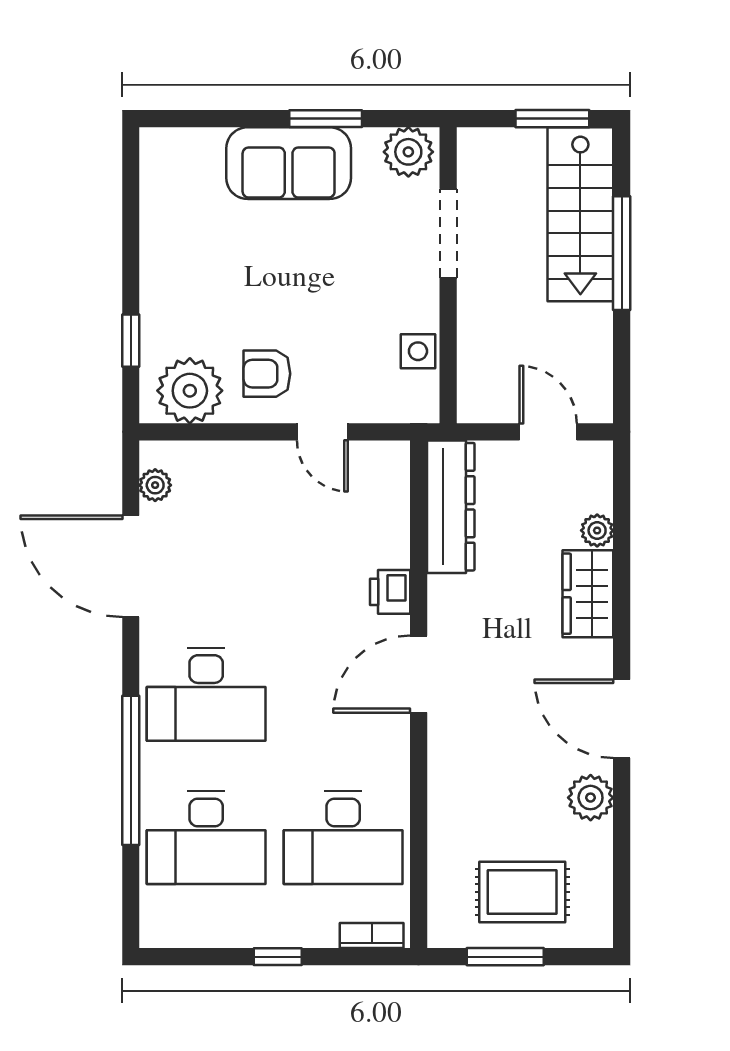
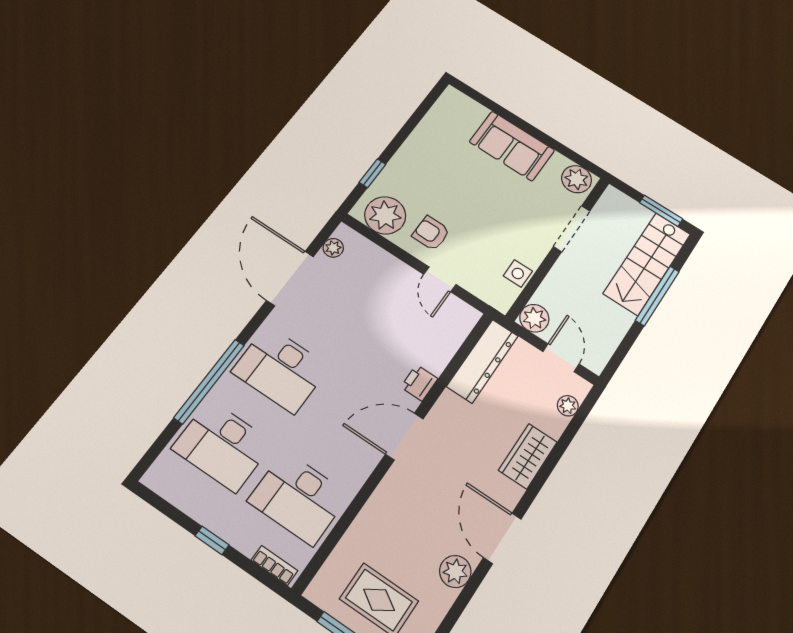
window: (326, 119) -> (545, 138), removed
plant: (480, 400) -> (534, 318), added
plant: (597, 530) -> (568, 406), moved

